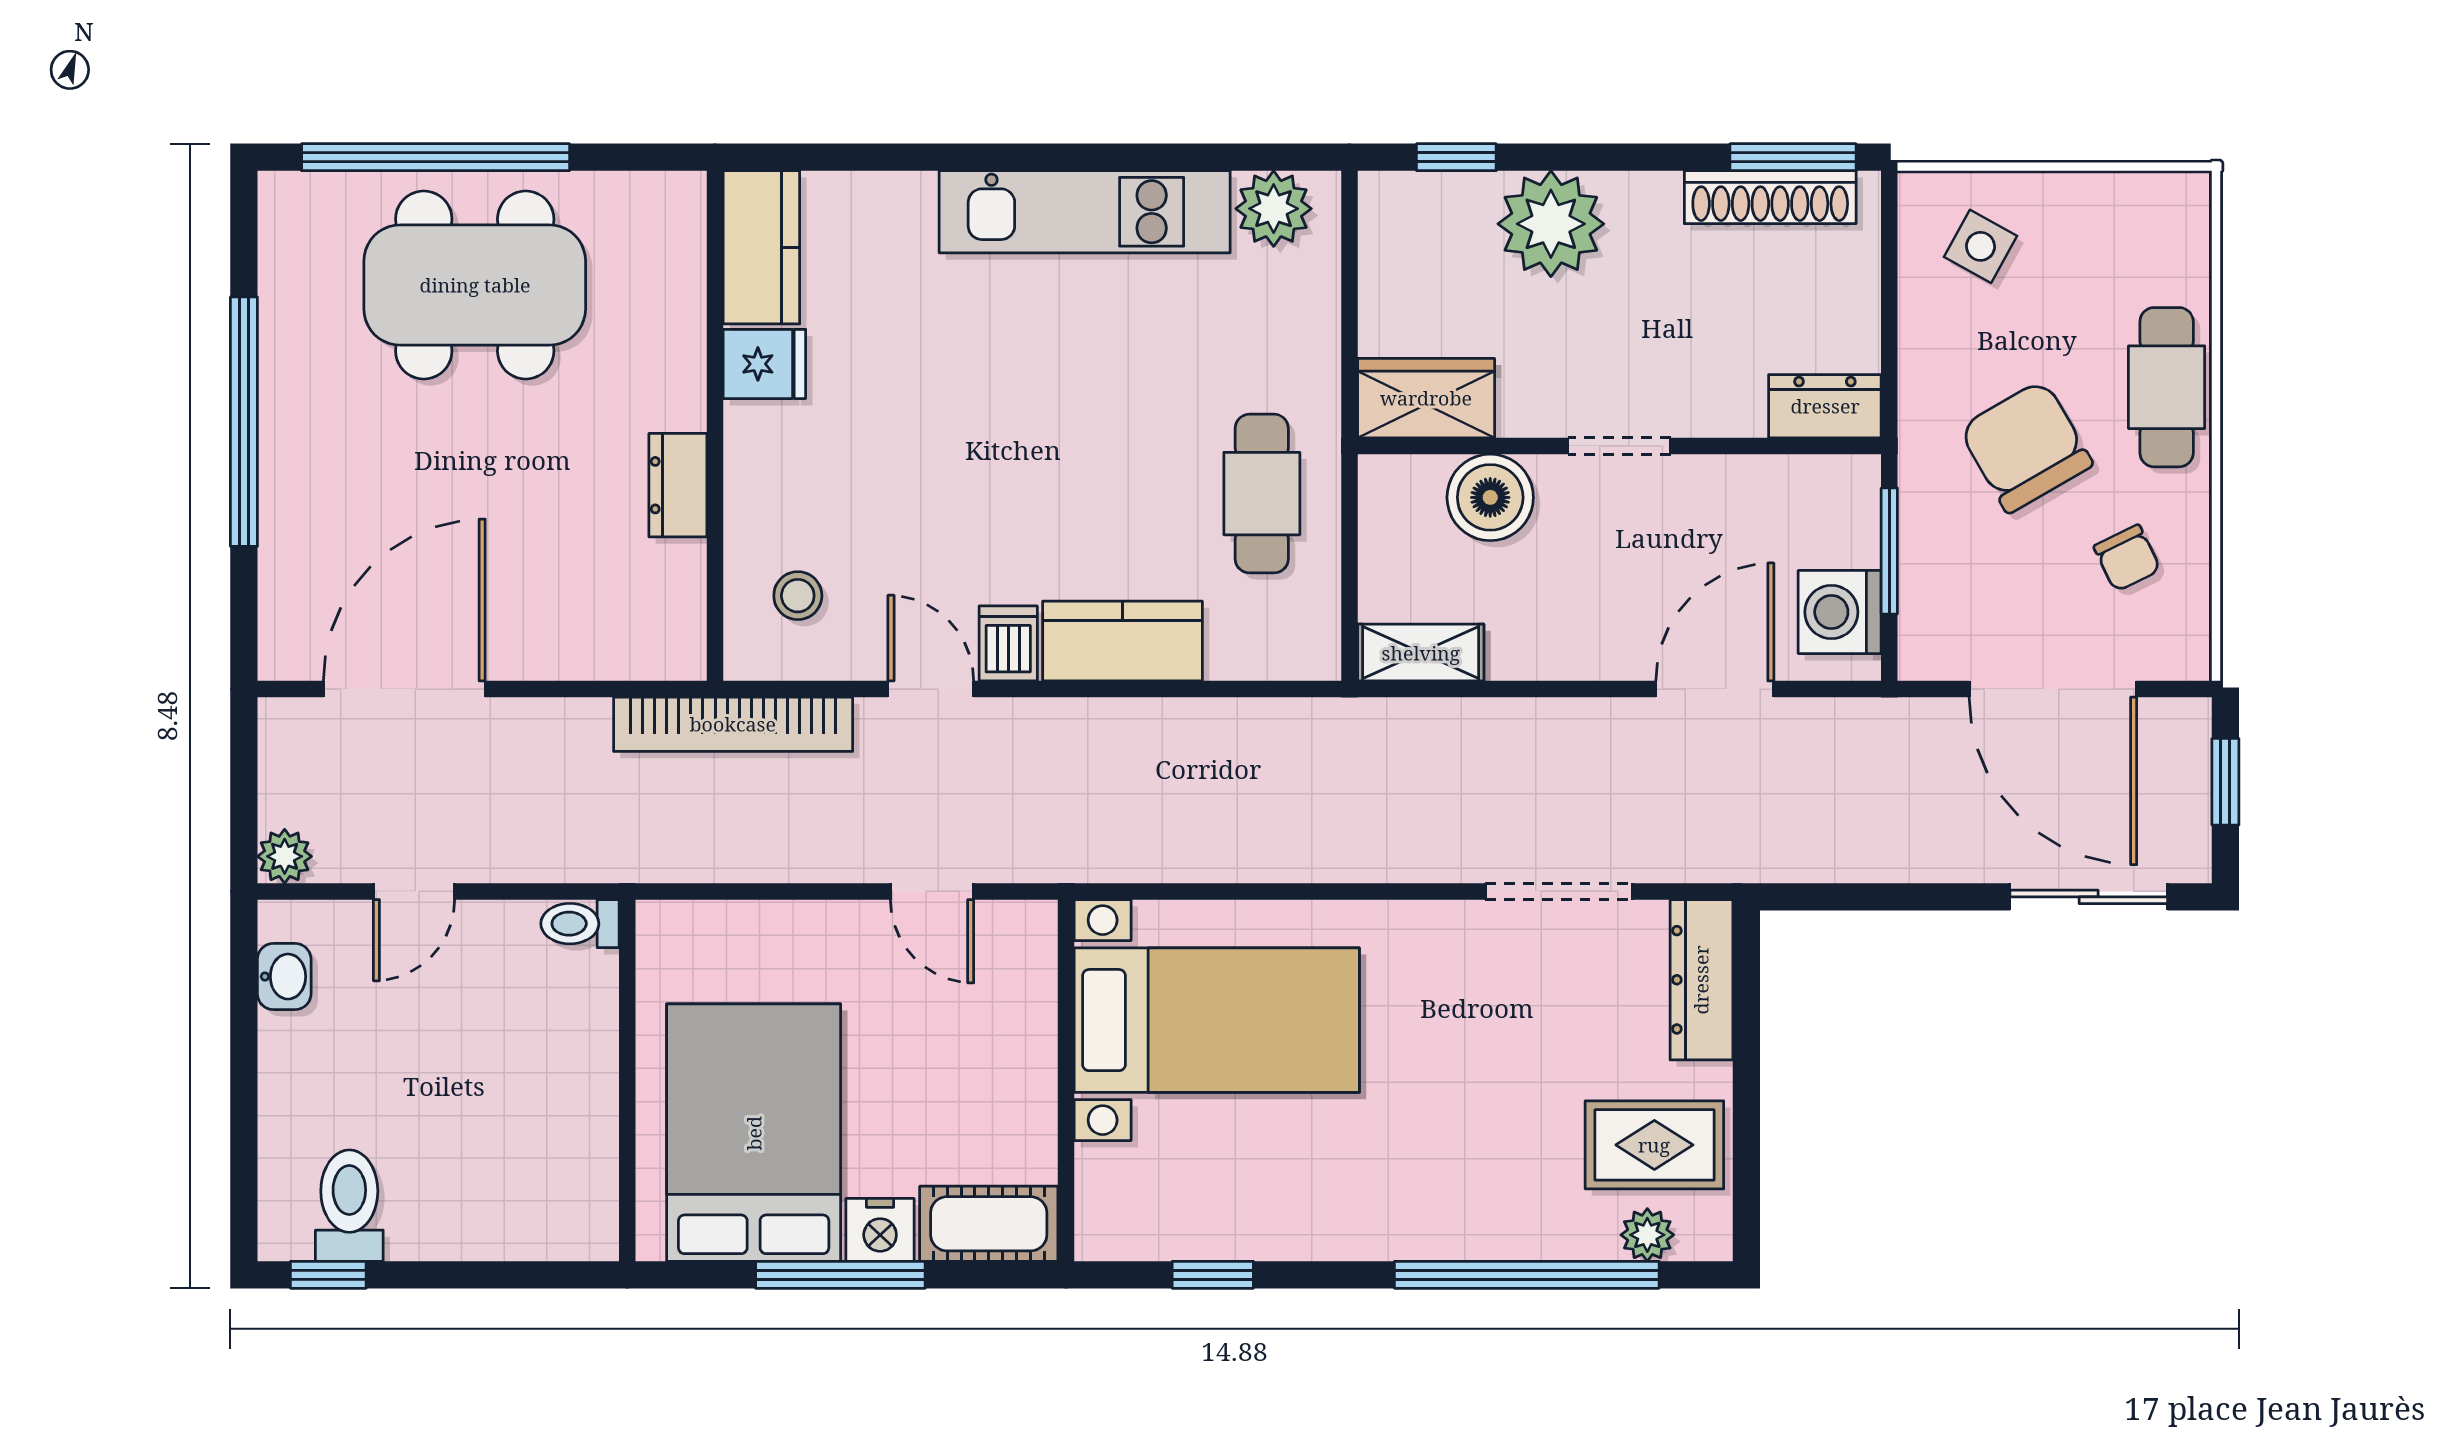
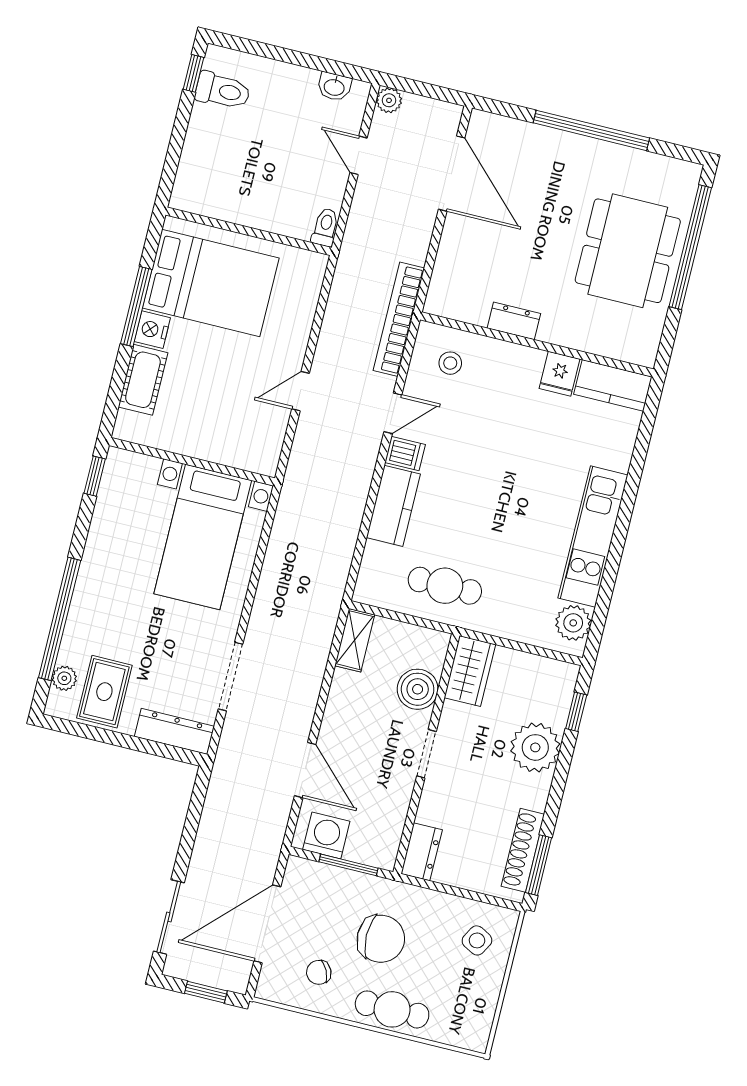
chair: (2026, 446) -> (381, 939), turned 30
bed with nightstands: (1217, 1020) -> (203, 537), moved
wall: (1066, 1080) -> (192, 462), moved

